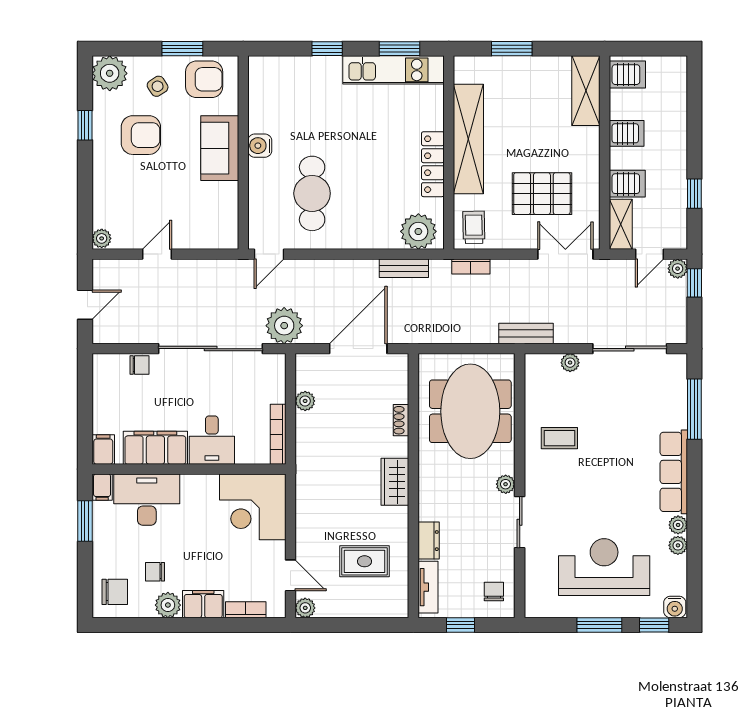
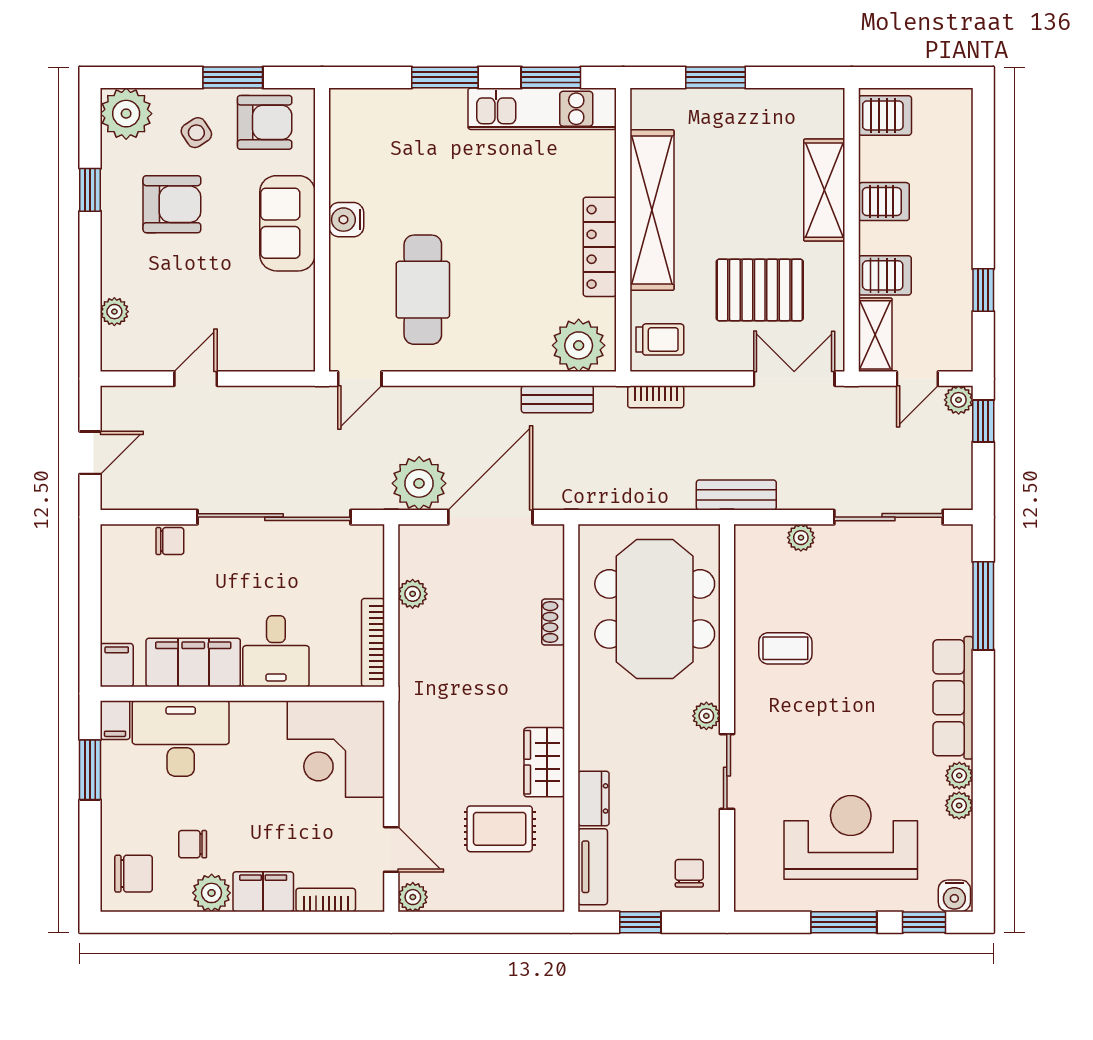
window: (327, 49) -> (445, 77), width x1.50
shelving: (586, 91) -> (824, 190), moved
trolley: (474, 227) -> (660, 339), turned 91
plant: (102, 238) -> (114, 312), moved
plant: (284, 326) -> (419, 483), moved
wardrobe: (395, 482) -> (544, 762), moved

